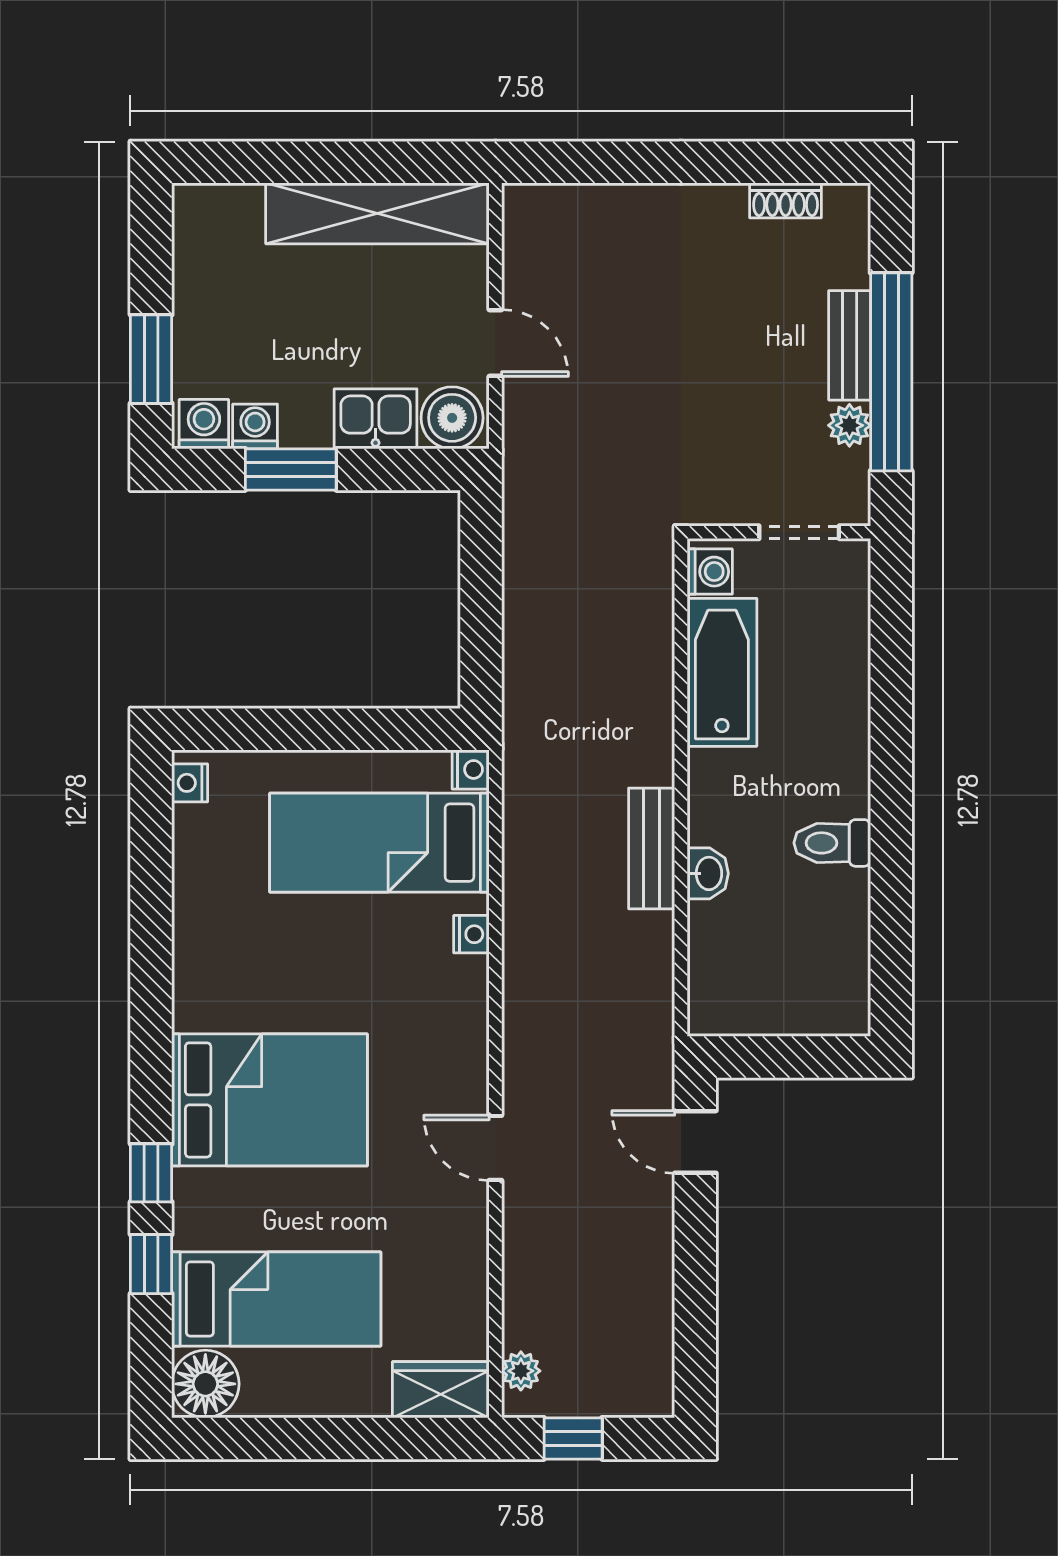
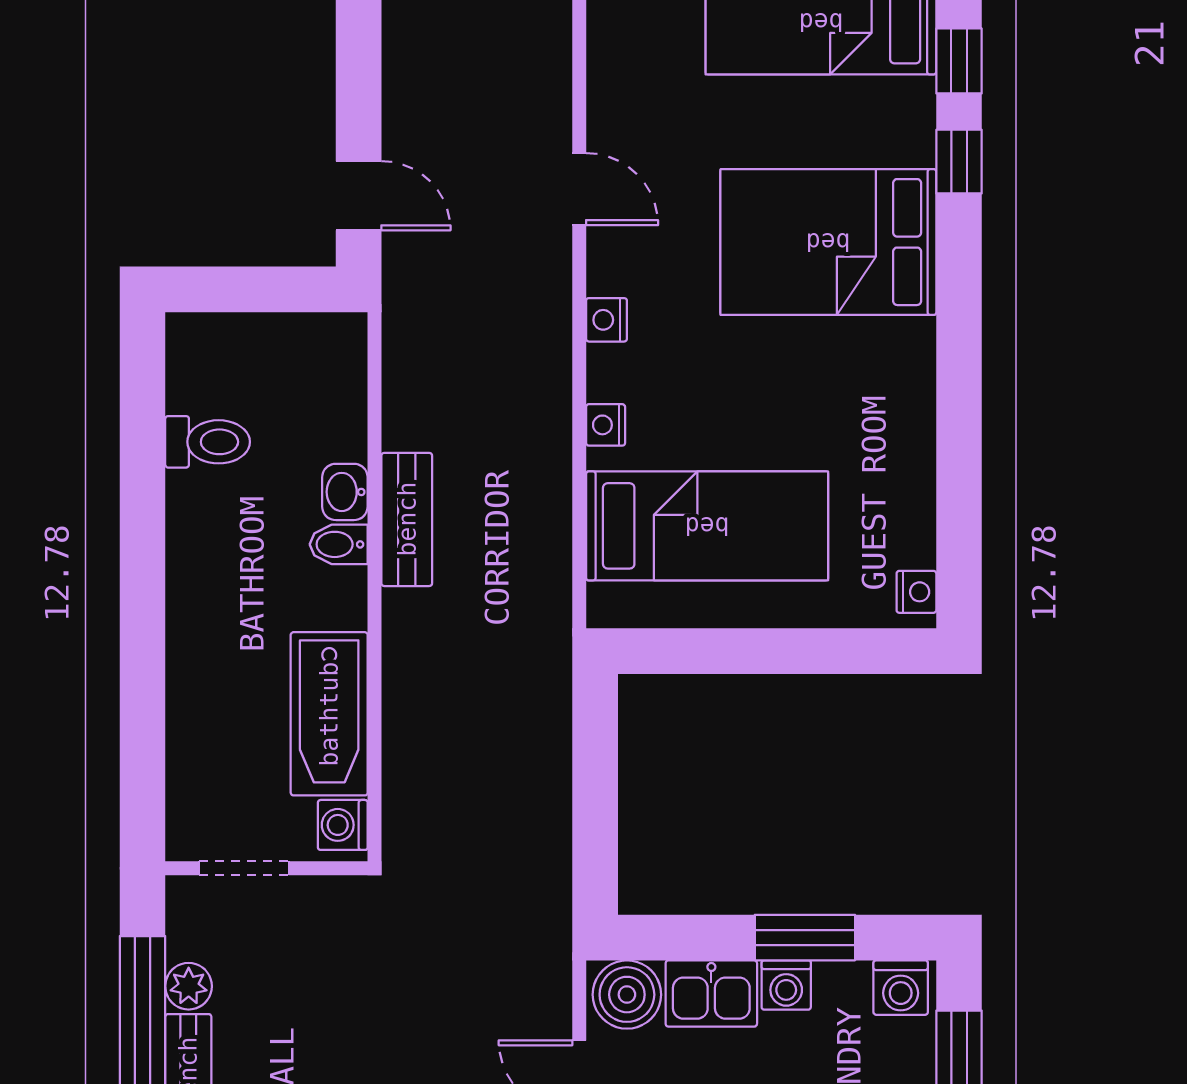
washing machine: (255, 426) -> (786, 985), moved
nightstand: (471, 769) -> (606, 320), moved
bidet: (713, 826) -> (339, 544), added
toilet: (832, 843) -> (208, 442), moved

